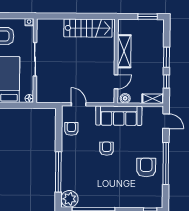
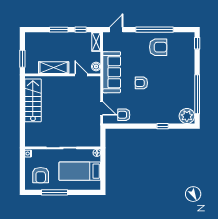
window: (148, 17) -> (22, 59), moved
door: (79, 104) -> (102, 108), swing flipped
armchair: (146, 167) -> (158, 47), turned 180
window: (58, 172) -> (163, 126), width x0.32

